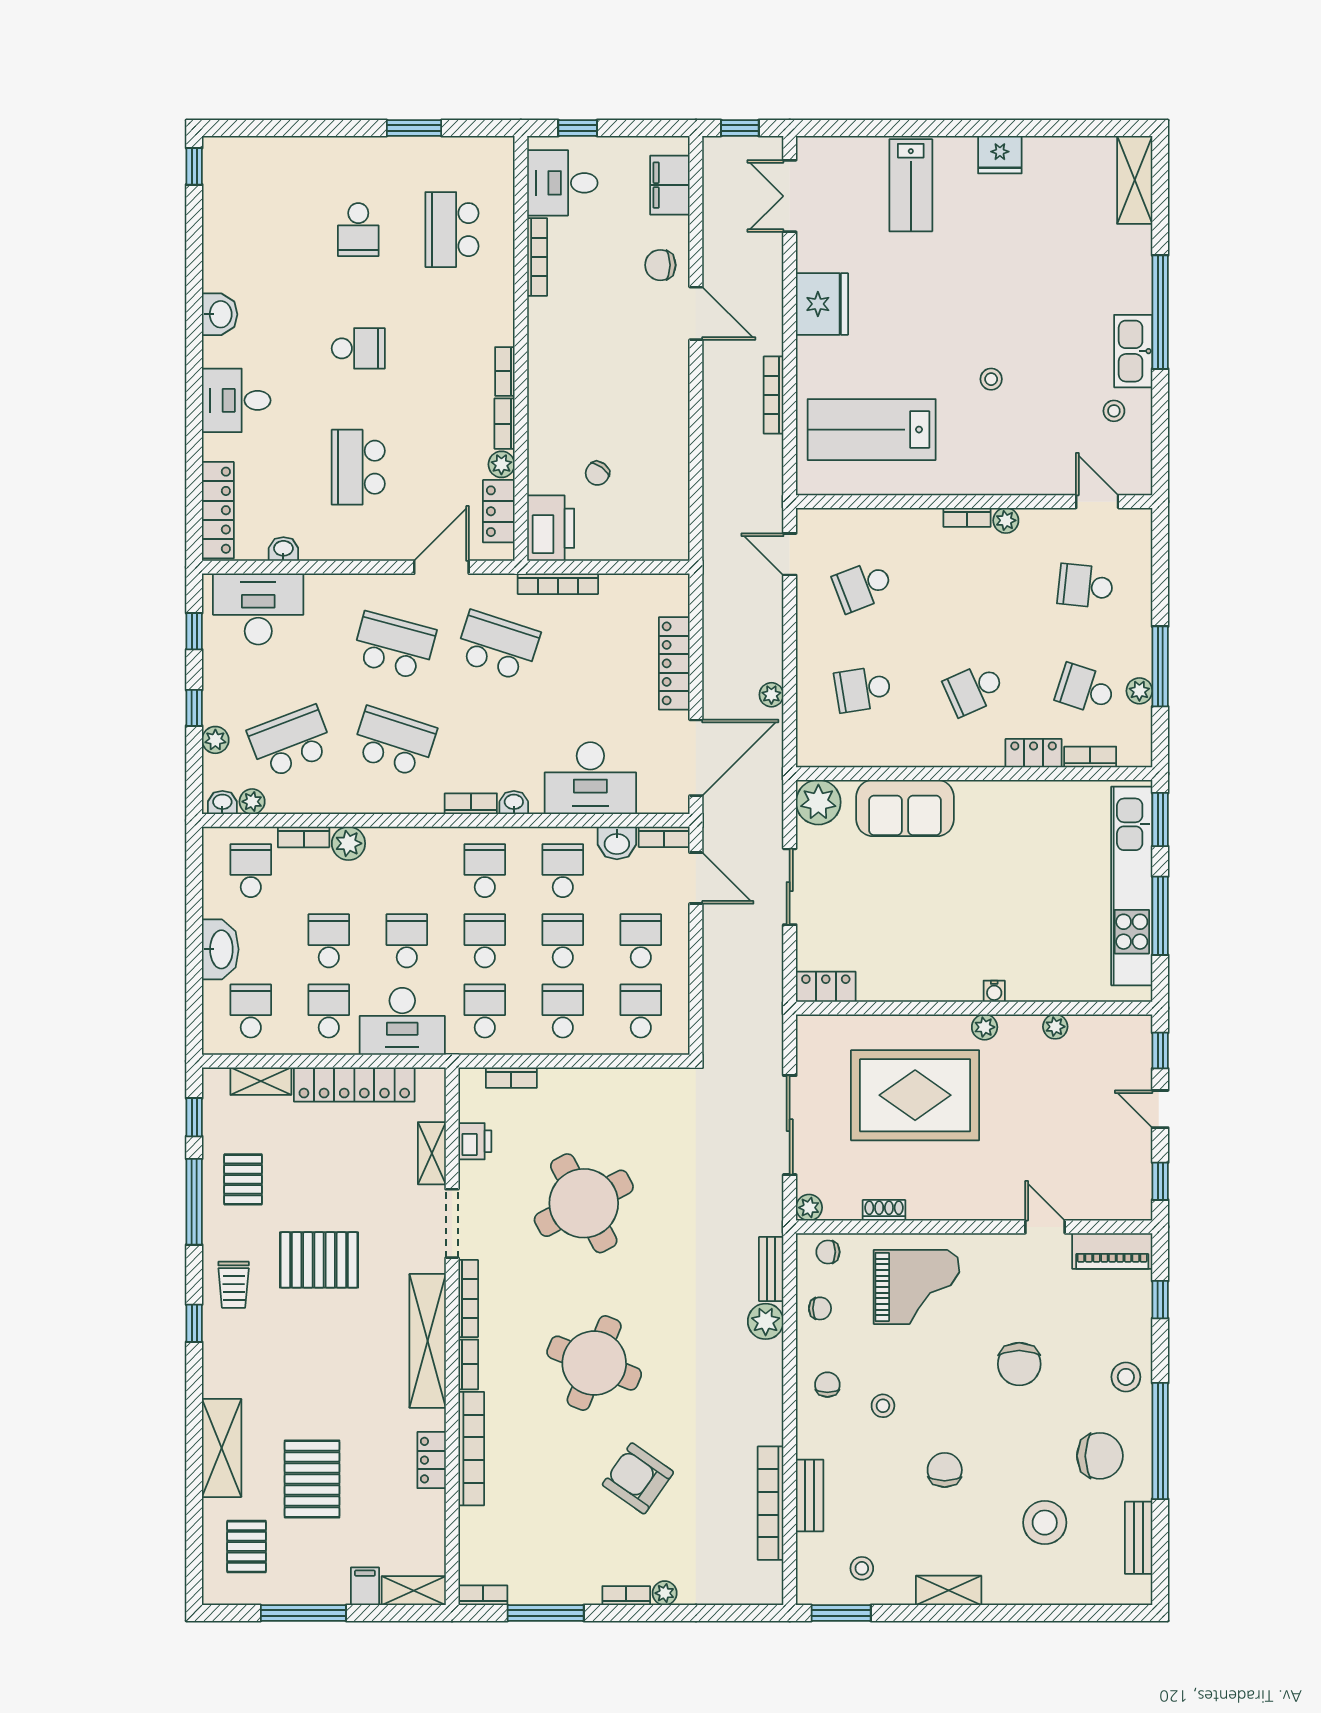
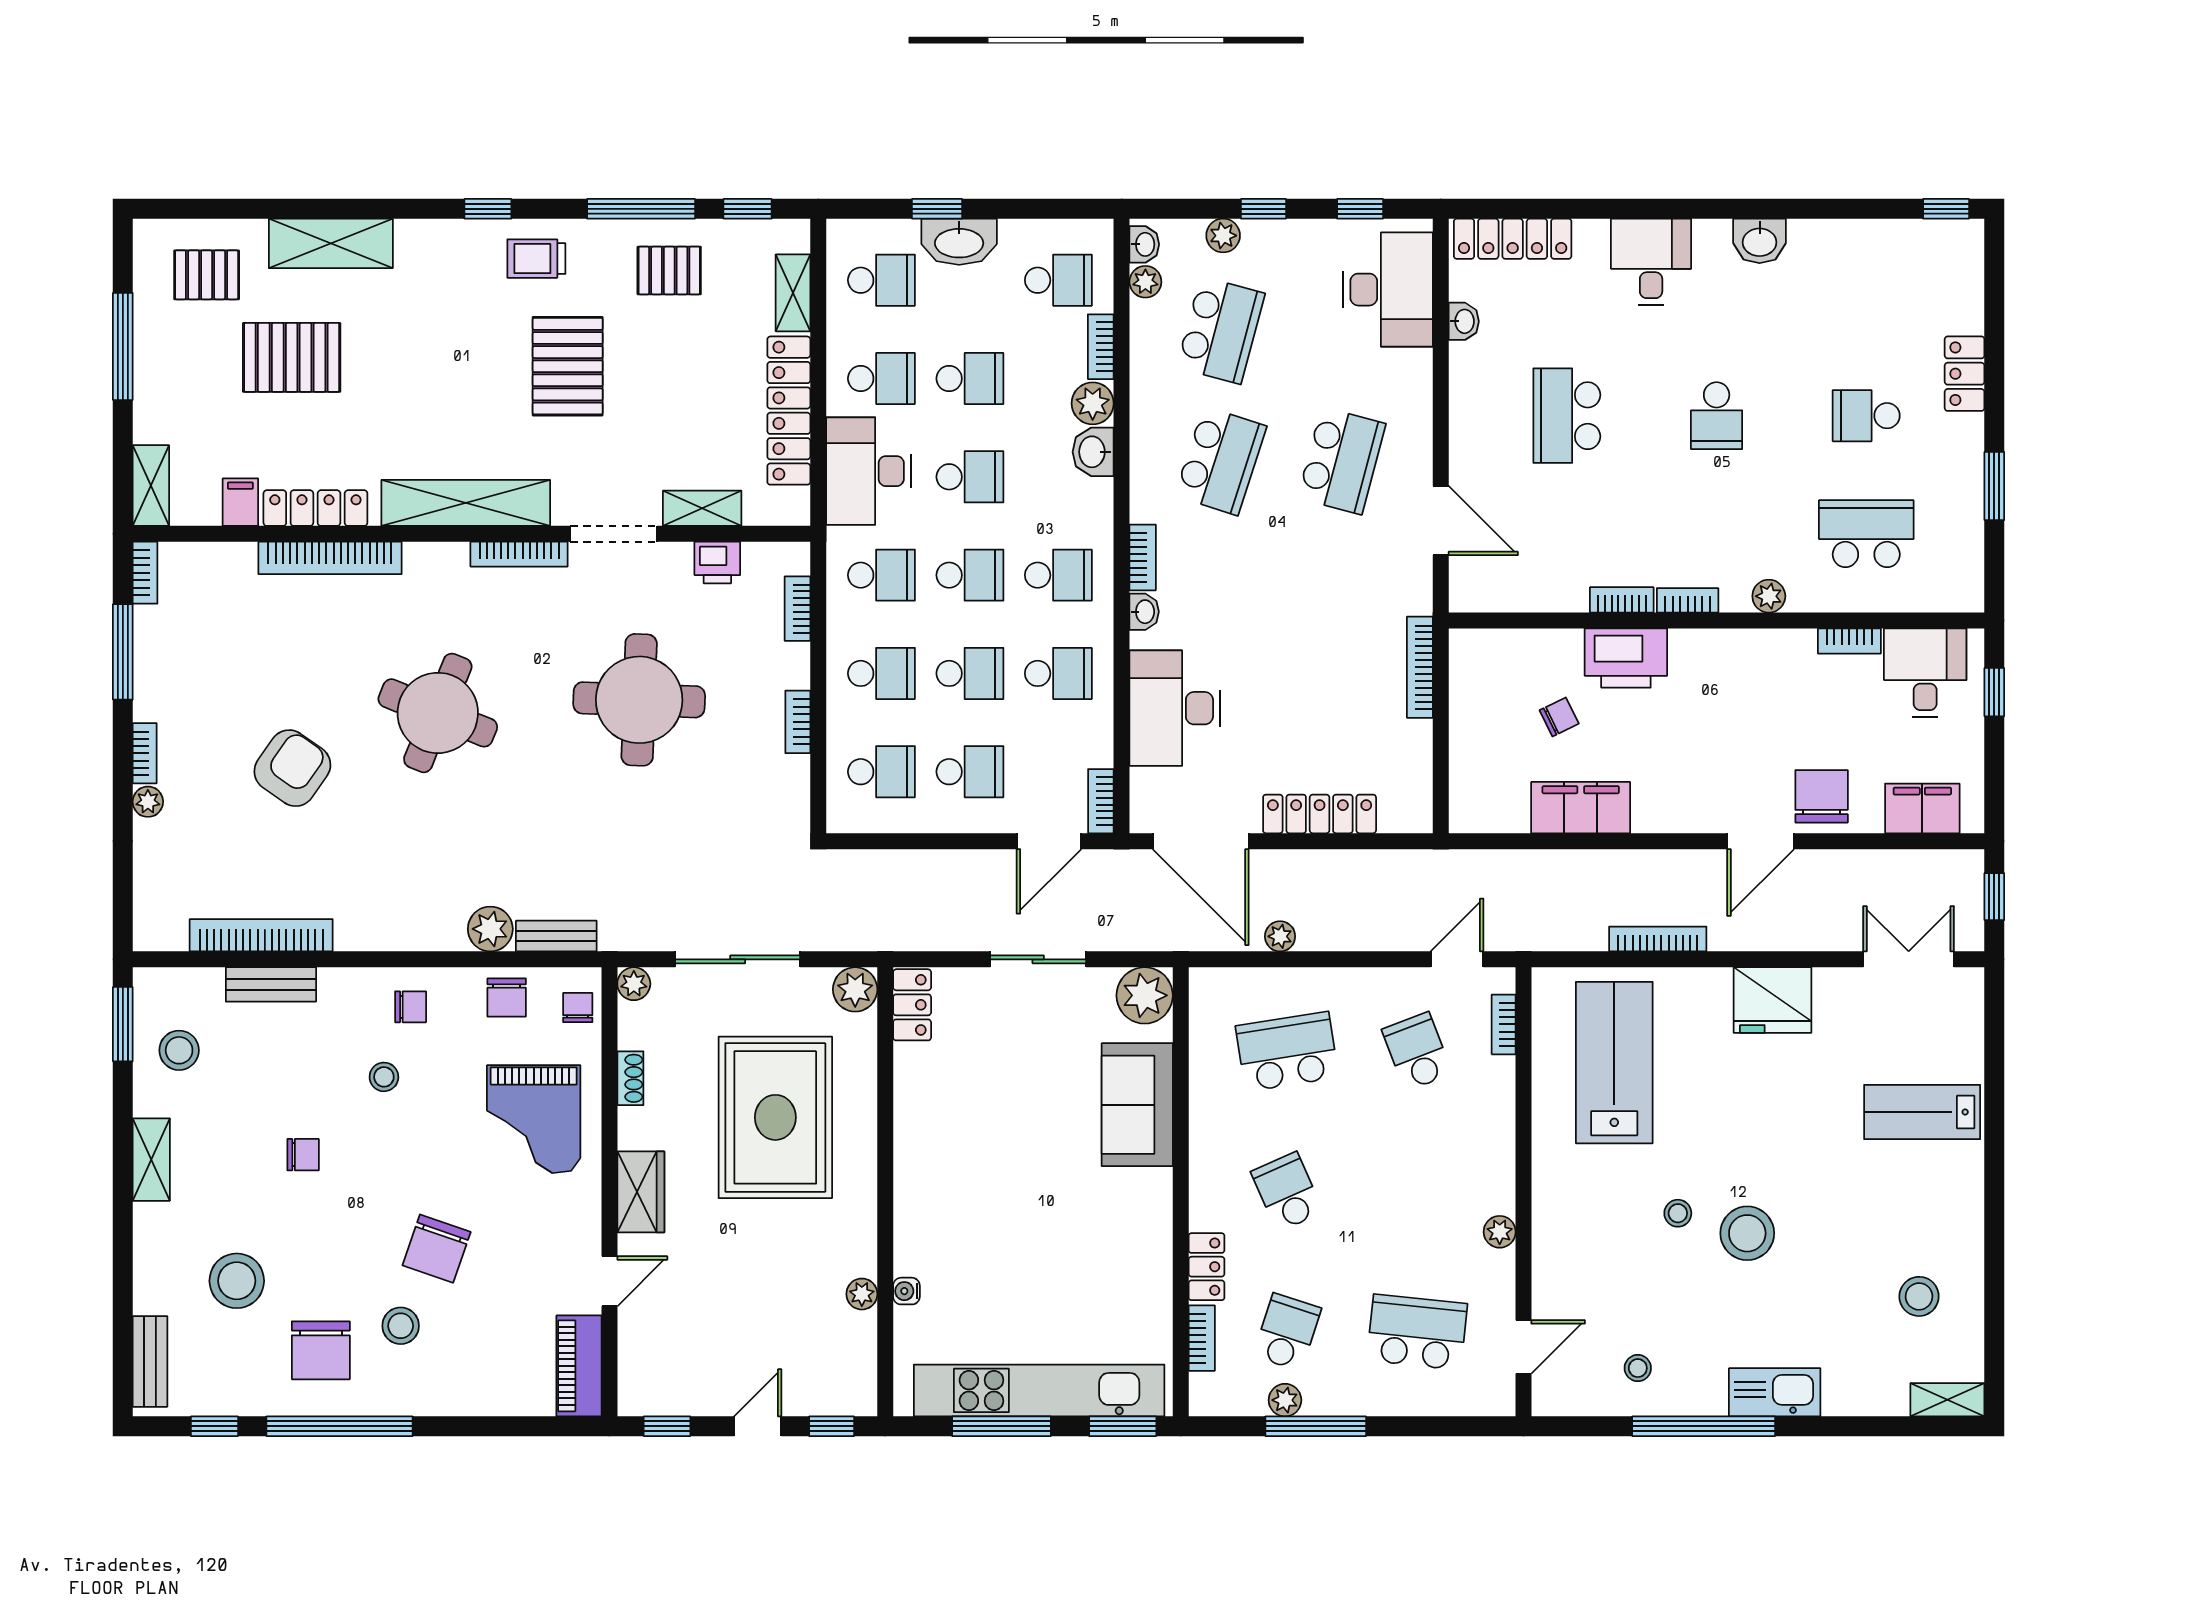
fridge: (1000, 155) -> (1961, 1224), removed
shelving: (1135, 180) -> (1947, 1400), width x0.67, depth x0.75
stool: (1057, 188) -> (1919, 1296), added
bookcase: (537, 257) -> (1849, 641), width x0.64
chair: (660, 265) -> (1822, 796), width x1.37, depth x1.37
window: (1160, 312) -> (1704, 1426), moved
stool: (1007, 324) -> (1747, 1233), added
kitchen sink: (1133, 351) -> (1775, 1392), moved
filing cabinet: (669, 456) -> (1581, 808), added
plant: (501, 464) -> (1769, 596), moved
school desk: (358, 467) -> (1567, 416), turned -90
chair: (597, 473) -> (1559, 717), turned 117
locker: (499, 511) -> (1965, 374), moved, turned -90
bookcase: (967, 517) -> (1504, 1024), moved
printer: (551, 528) -> (1626, 658), moved
school desk: (1085, 586) -> (1417, 1332), width x1.85
school desk: (498, 646) -> (1342, 591), removed
school desk: (863, 689) -> (1287, 1052), width x1.85
school desk: (291, 742) -> (1221, 330), turned 36
washbasin: (617, 843) -> (1093, 452), moved
window: (194, 967) -> (937, 209), added
water cooler: (994, 991) -> (906, 1291), moved
plant: (985, 1027) -> (855, 989), moved, width x1.38, depth x1.38
wardrobe: (974, 1202) -> (641, 1192), added
round table: (584, 1203) -> (639, 700), turned 30
window: (1160, 1300) -> (214, 1426), moved
chair: (820, 1308) -> (507, 998), width x1.37, depth x1.37
bookcase: (468, 1364) -> (798, 722), moved, turned 90
chair: (1019, 1364) -> (437, 1249), turned -71
stool: (1126, 1377) -> (401, 1326), moved
locker: (432, 1460) -> (315, 508), width x1.53
chair: (945, 1470) -> (303, 1155), width x0.73, depth x0.73
bench: (1139, 1538) -> (150, 1361), moved, turned 90
stool: (862, 1568) -> (179, 1050), width x1.37, depth x1.37
filing cabinet: (365, 1586) -> (240, 502), moved, turned -90

